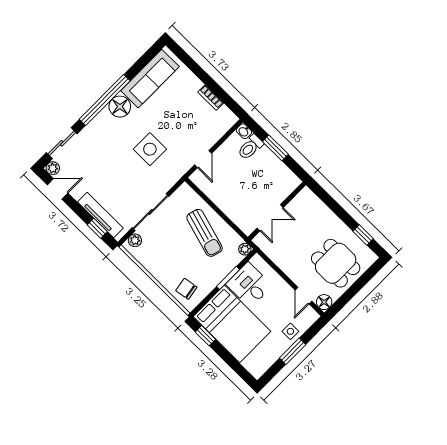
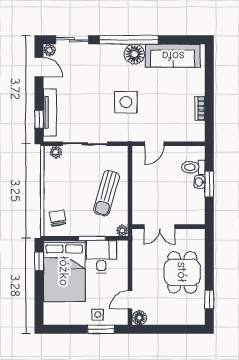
washbasin: (244, 131) -> (200, 182), moved
dining table: (336, 263) -> (182, 272), moved
window: (293, 351) -> (101, 329), moved

